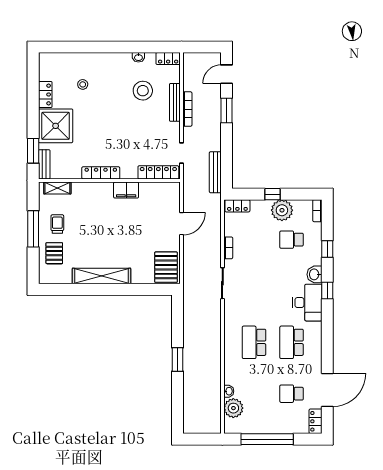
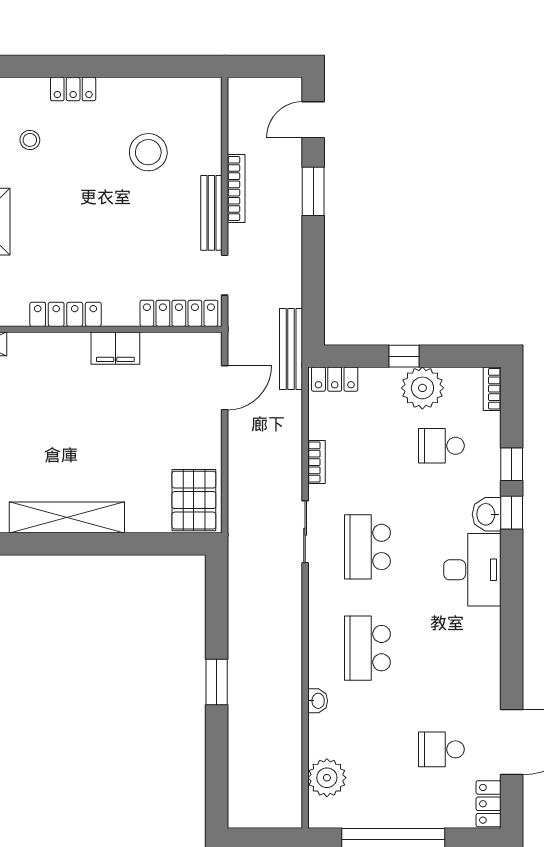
washbasin: (138, 57) -> (140, 87), removed
locker: (168, 59) -> (73, 89), moved
bench: (175, 102) -> (211, 213), moved
bench: (215, 172) -> (291, 349), moved
door: (182, 224) -> (225, 388), moved
window: (327, 291) -> (512, 513), moved
school desk: (292, 342) -> (367, 547), moved
washbasin: (229, 391) -> (318, 701), moved

